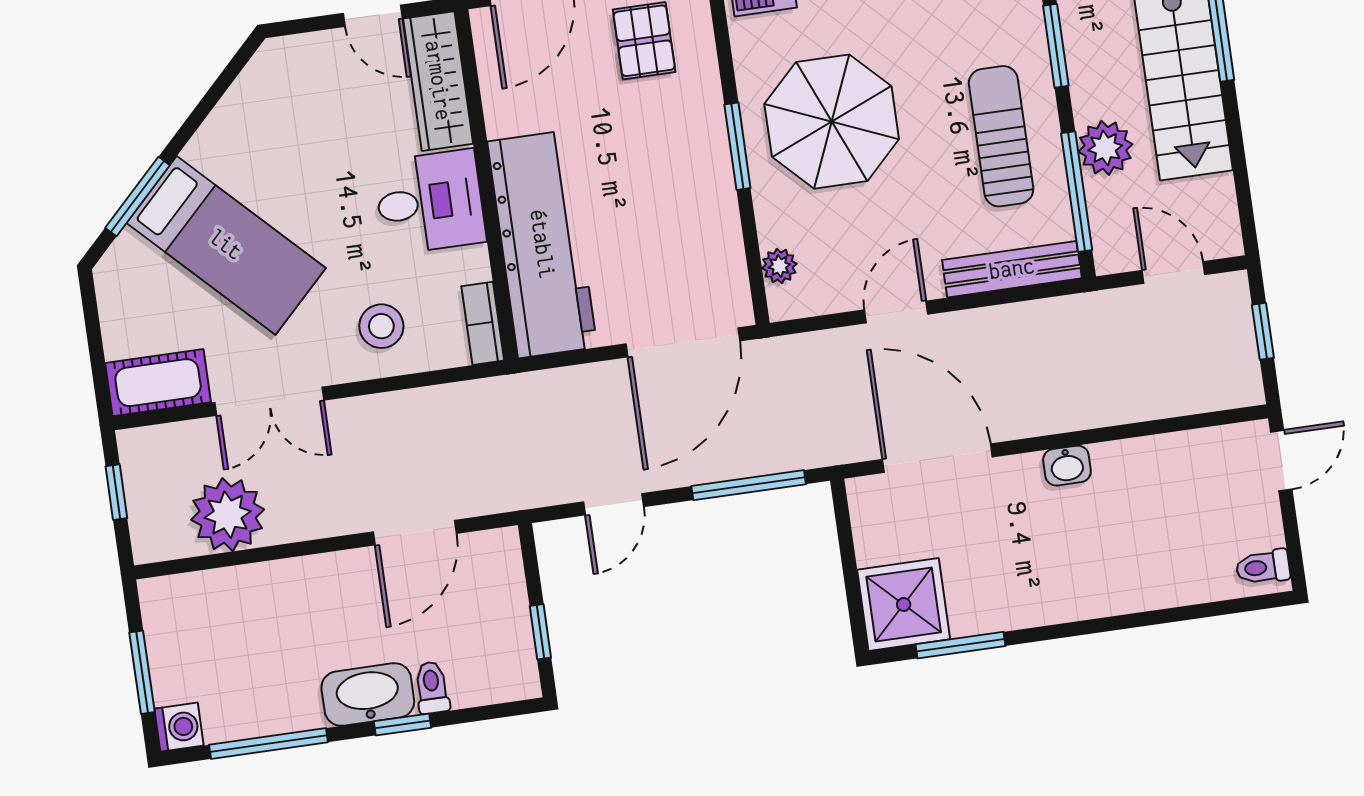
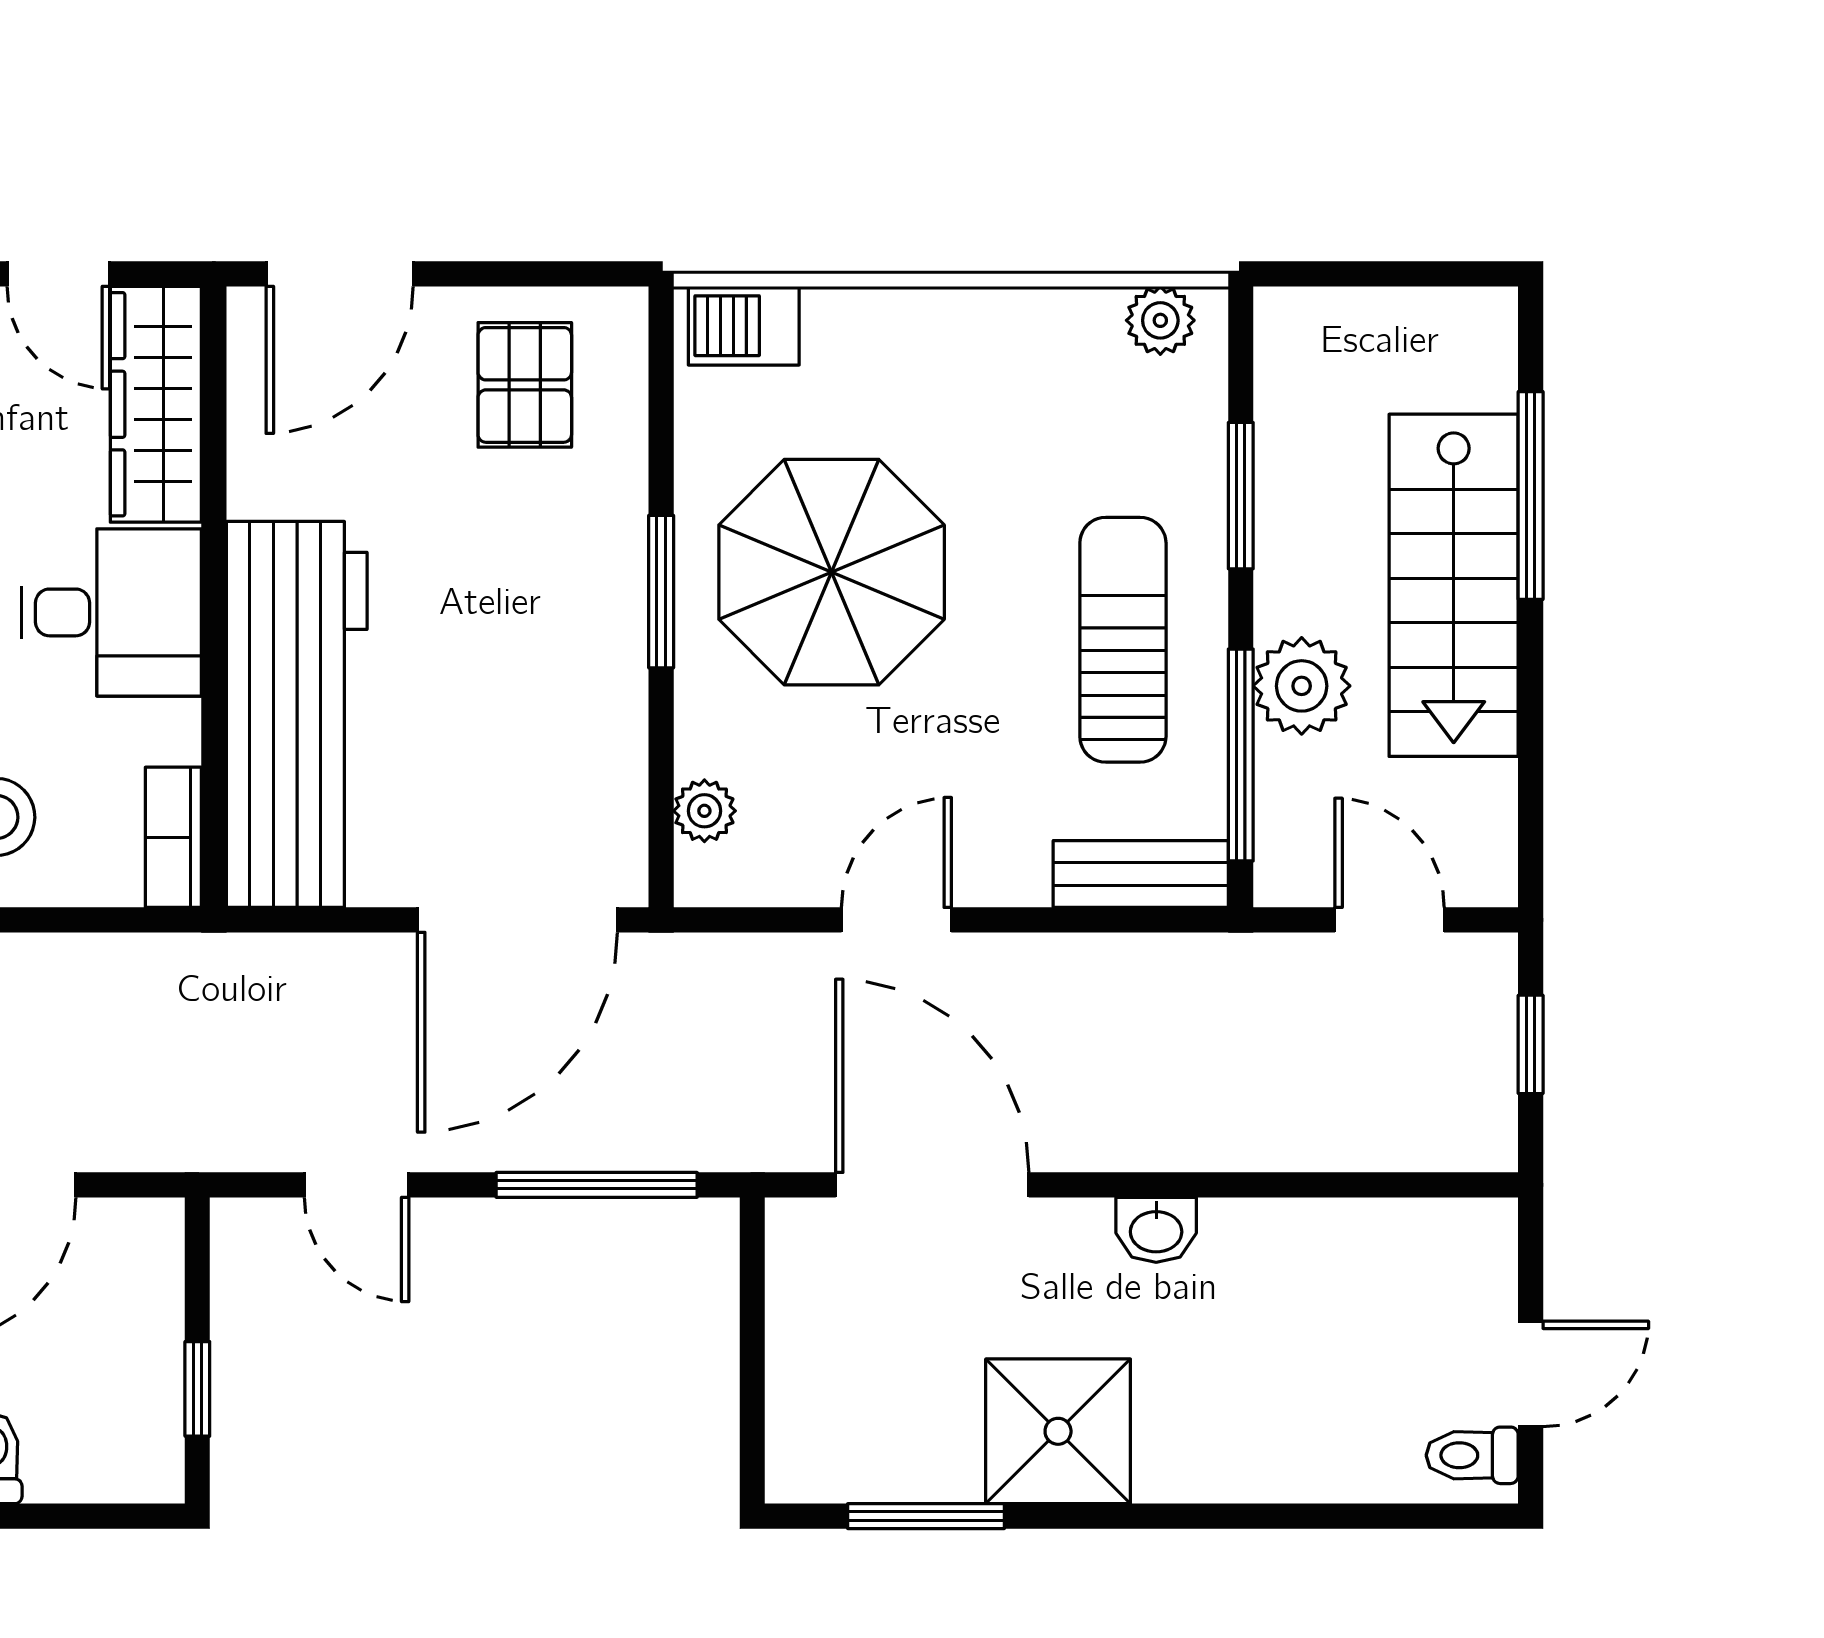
bench: (1012, 269) -> (1141, 874), width x0.73
door: (1281, 460) -> (1531, 1374), moved
door: (614, 504) -> (357, 1185), hinge flipped
shower: (904, 604) -> (1058, 1431), moved

